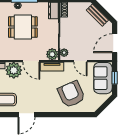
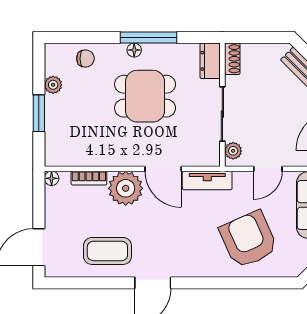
plant: (52, 54) -> (208, 154), removed
door: (80, 61) -> (268, 169), hinge flipped

